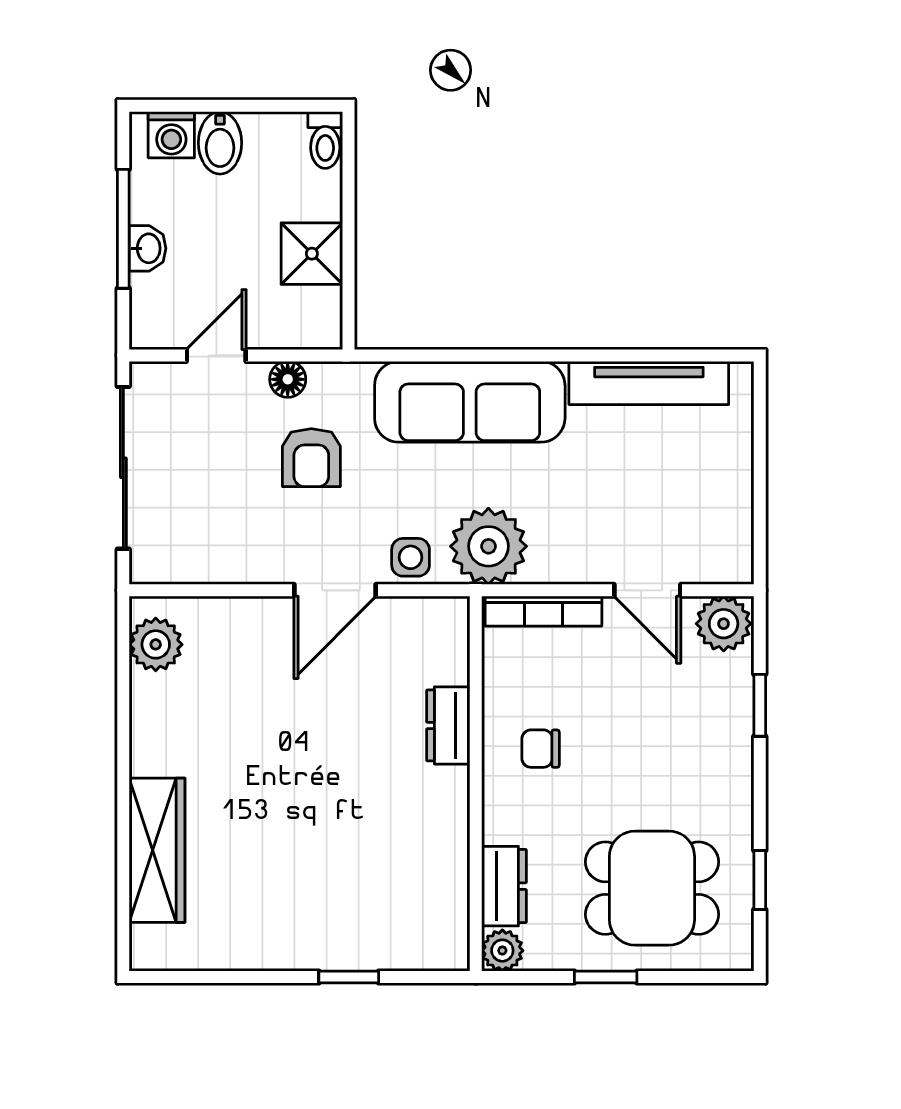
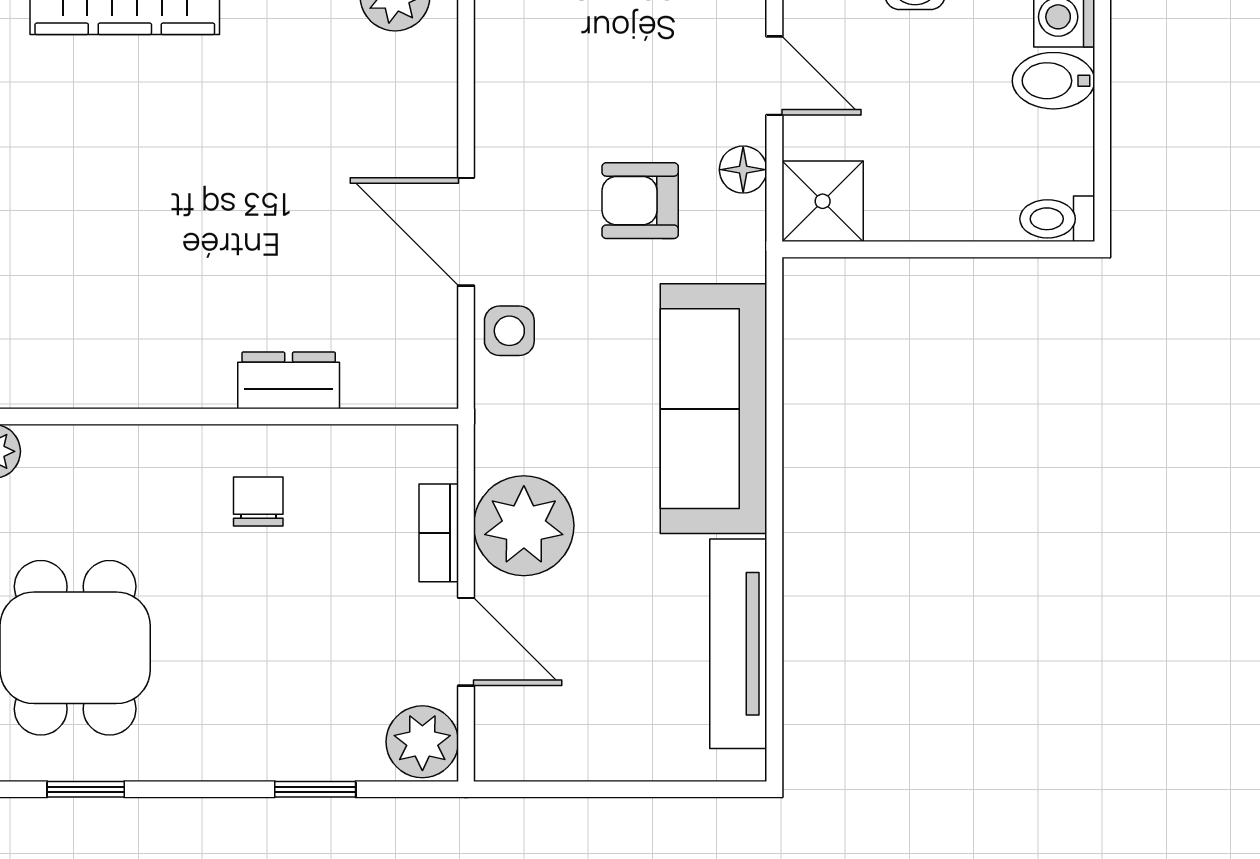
shower: (312, 254) -> (823, 201), moved
plant: (488, 546) -> (524, 526), moved
door: (647, 590) -> (466, 642), swing flipped
bookcase: (544, 611) -> (439, 533), width x0.64
dresser: (504, 886) -> (78, 454), removed

